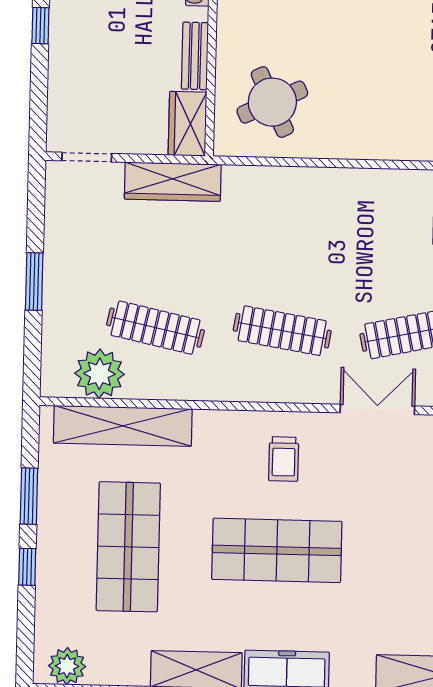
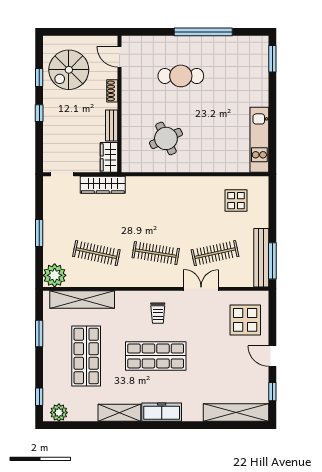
round table: (272, 102) -> (166, 138), moved
plant: (99, 374) -> (55, 275), moved
window: (27, 567) -> (39, 397), moved

